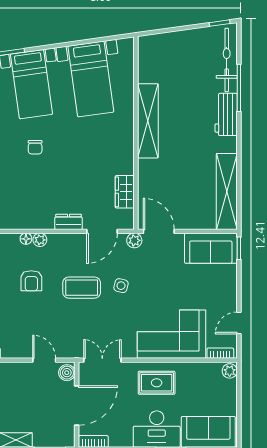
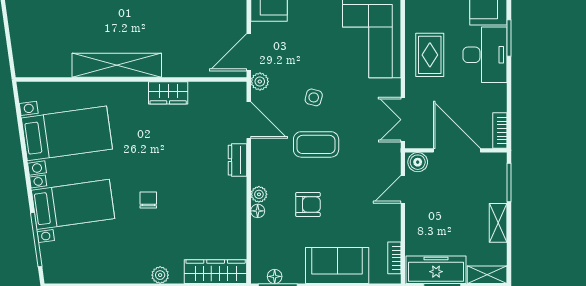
chair: (35, 147) -> (148, 200), turned -90
wardrobe: (125, 192) -> (168, 93), moved
coffee table: (82, 288) -> (316, 144), turned 90

